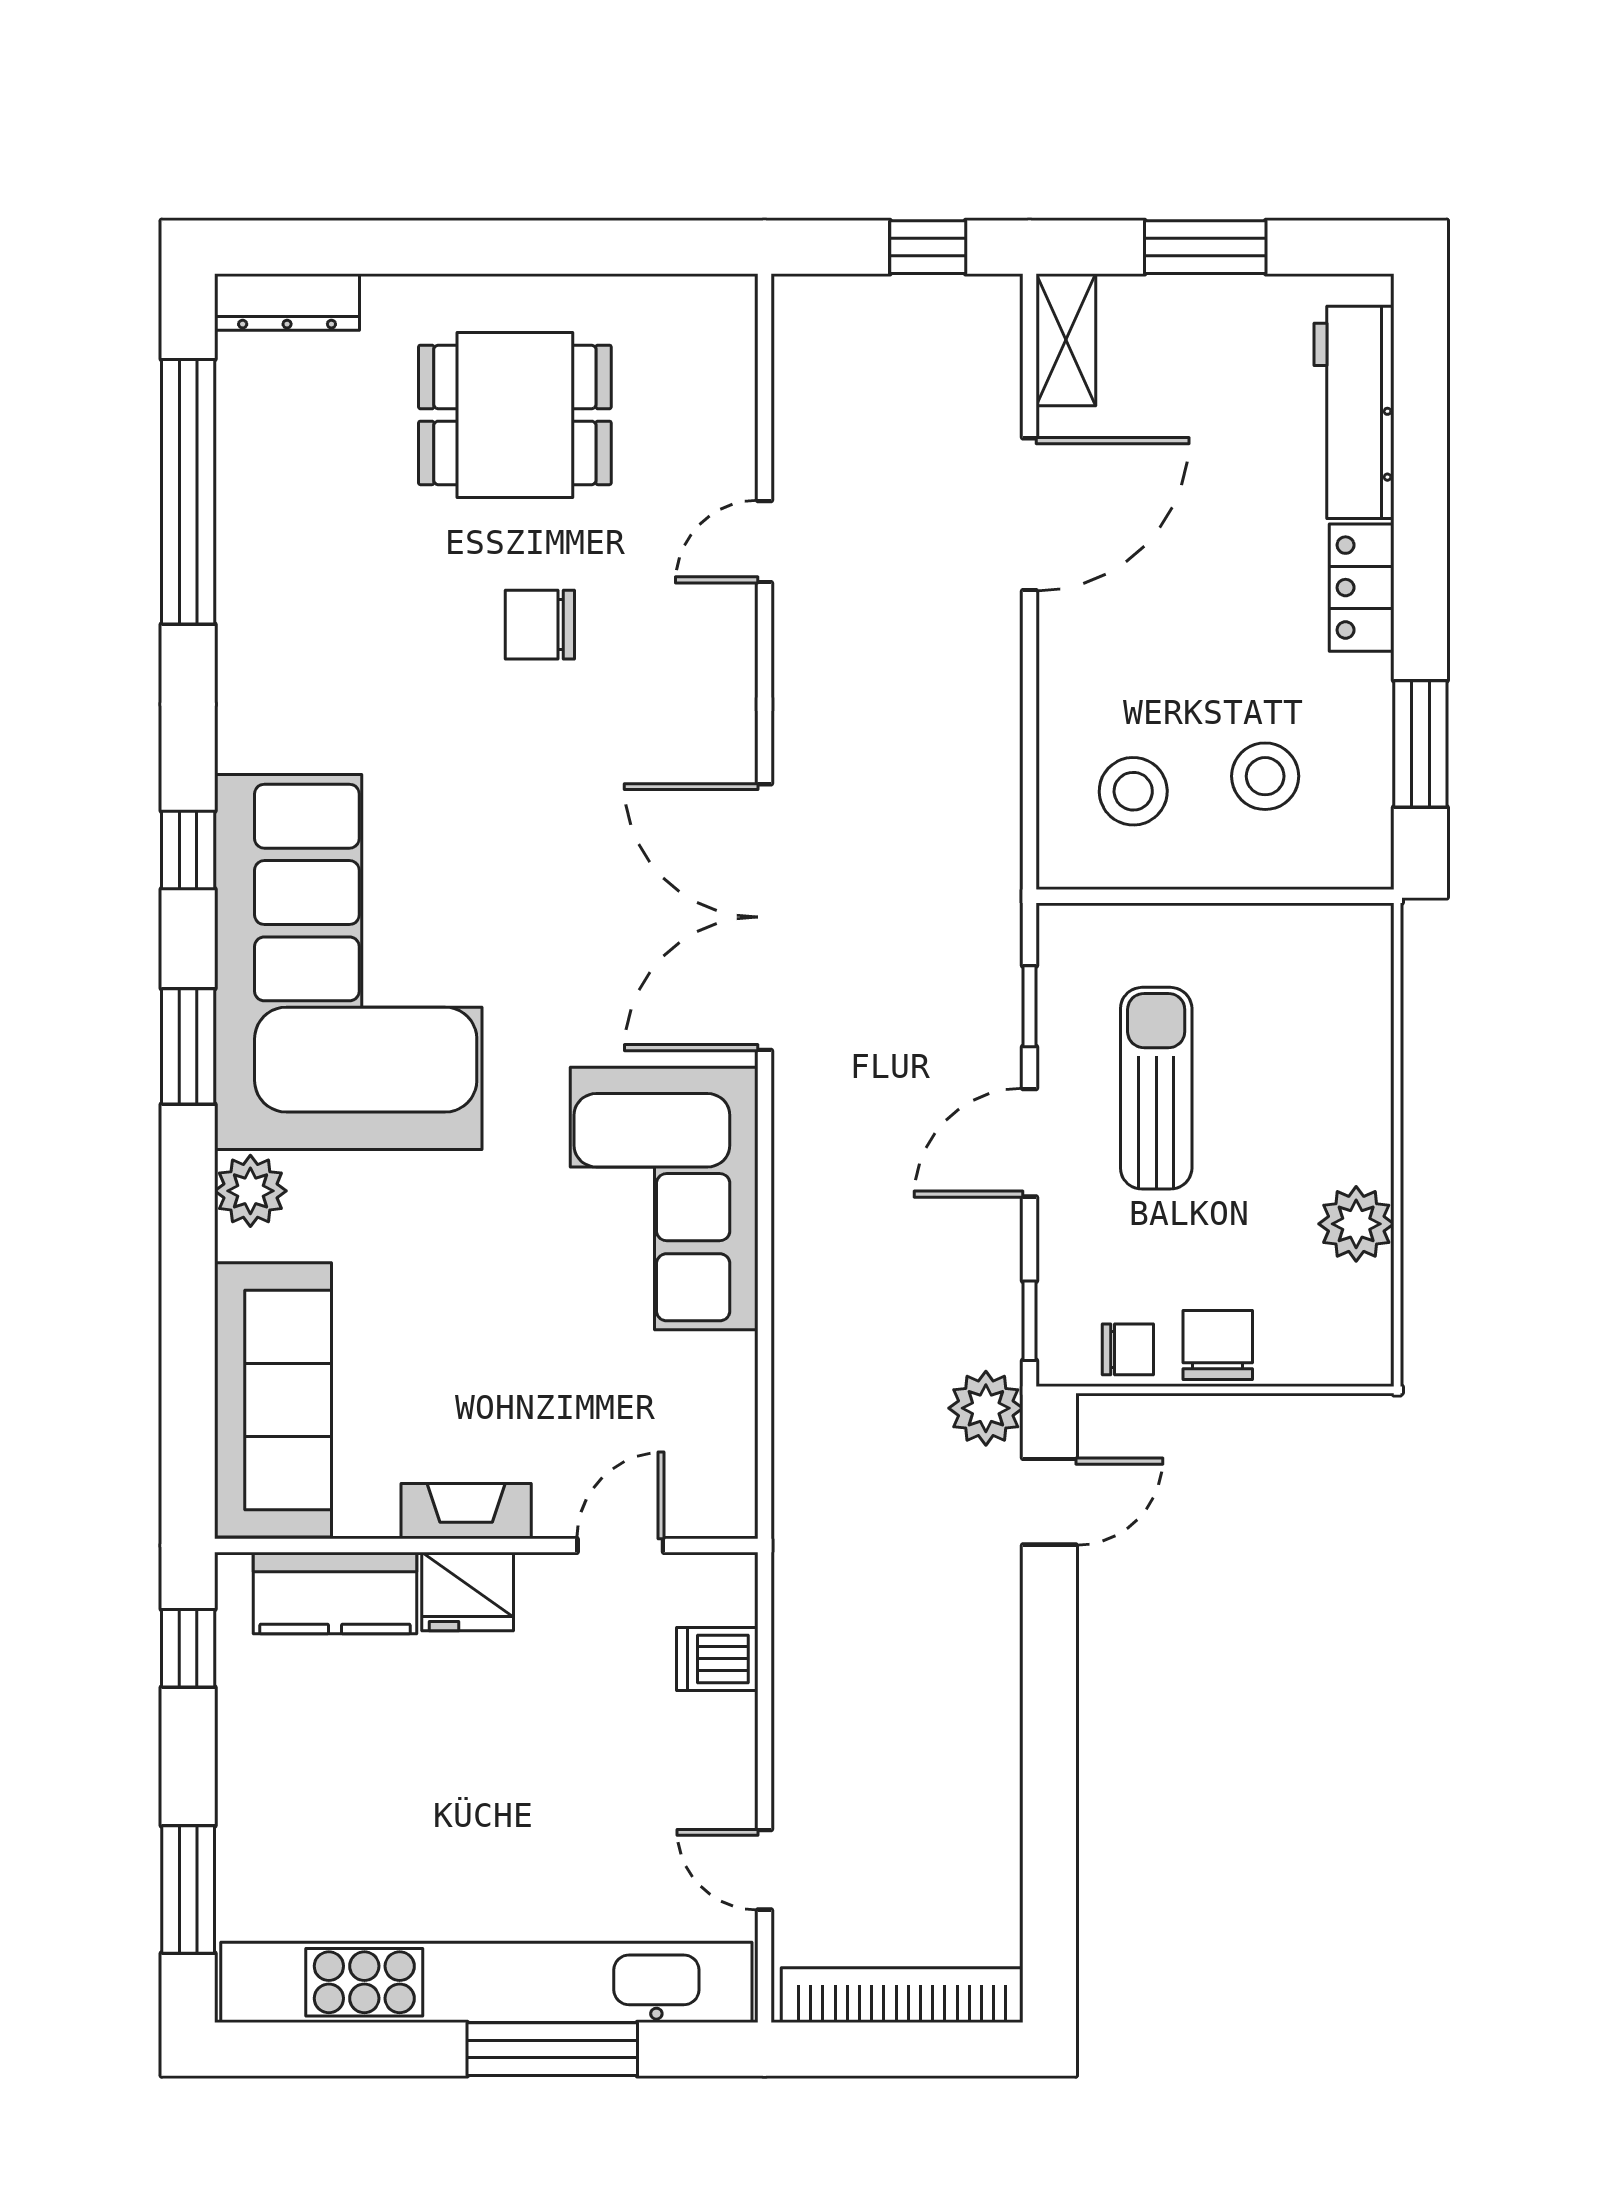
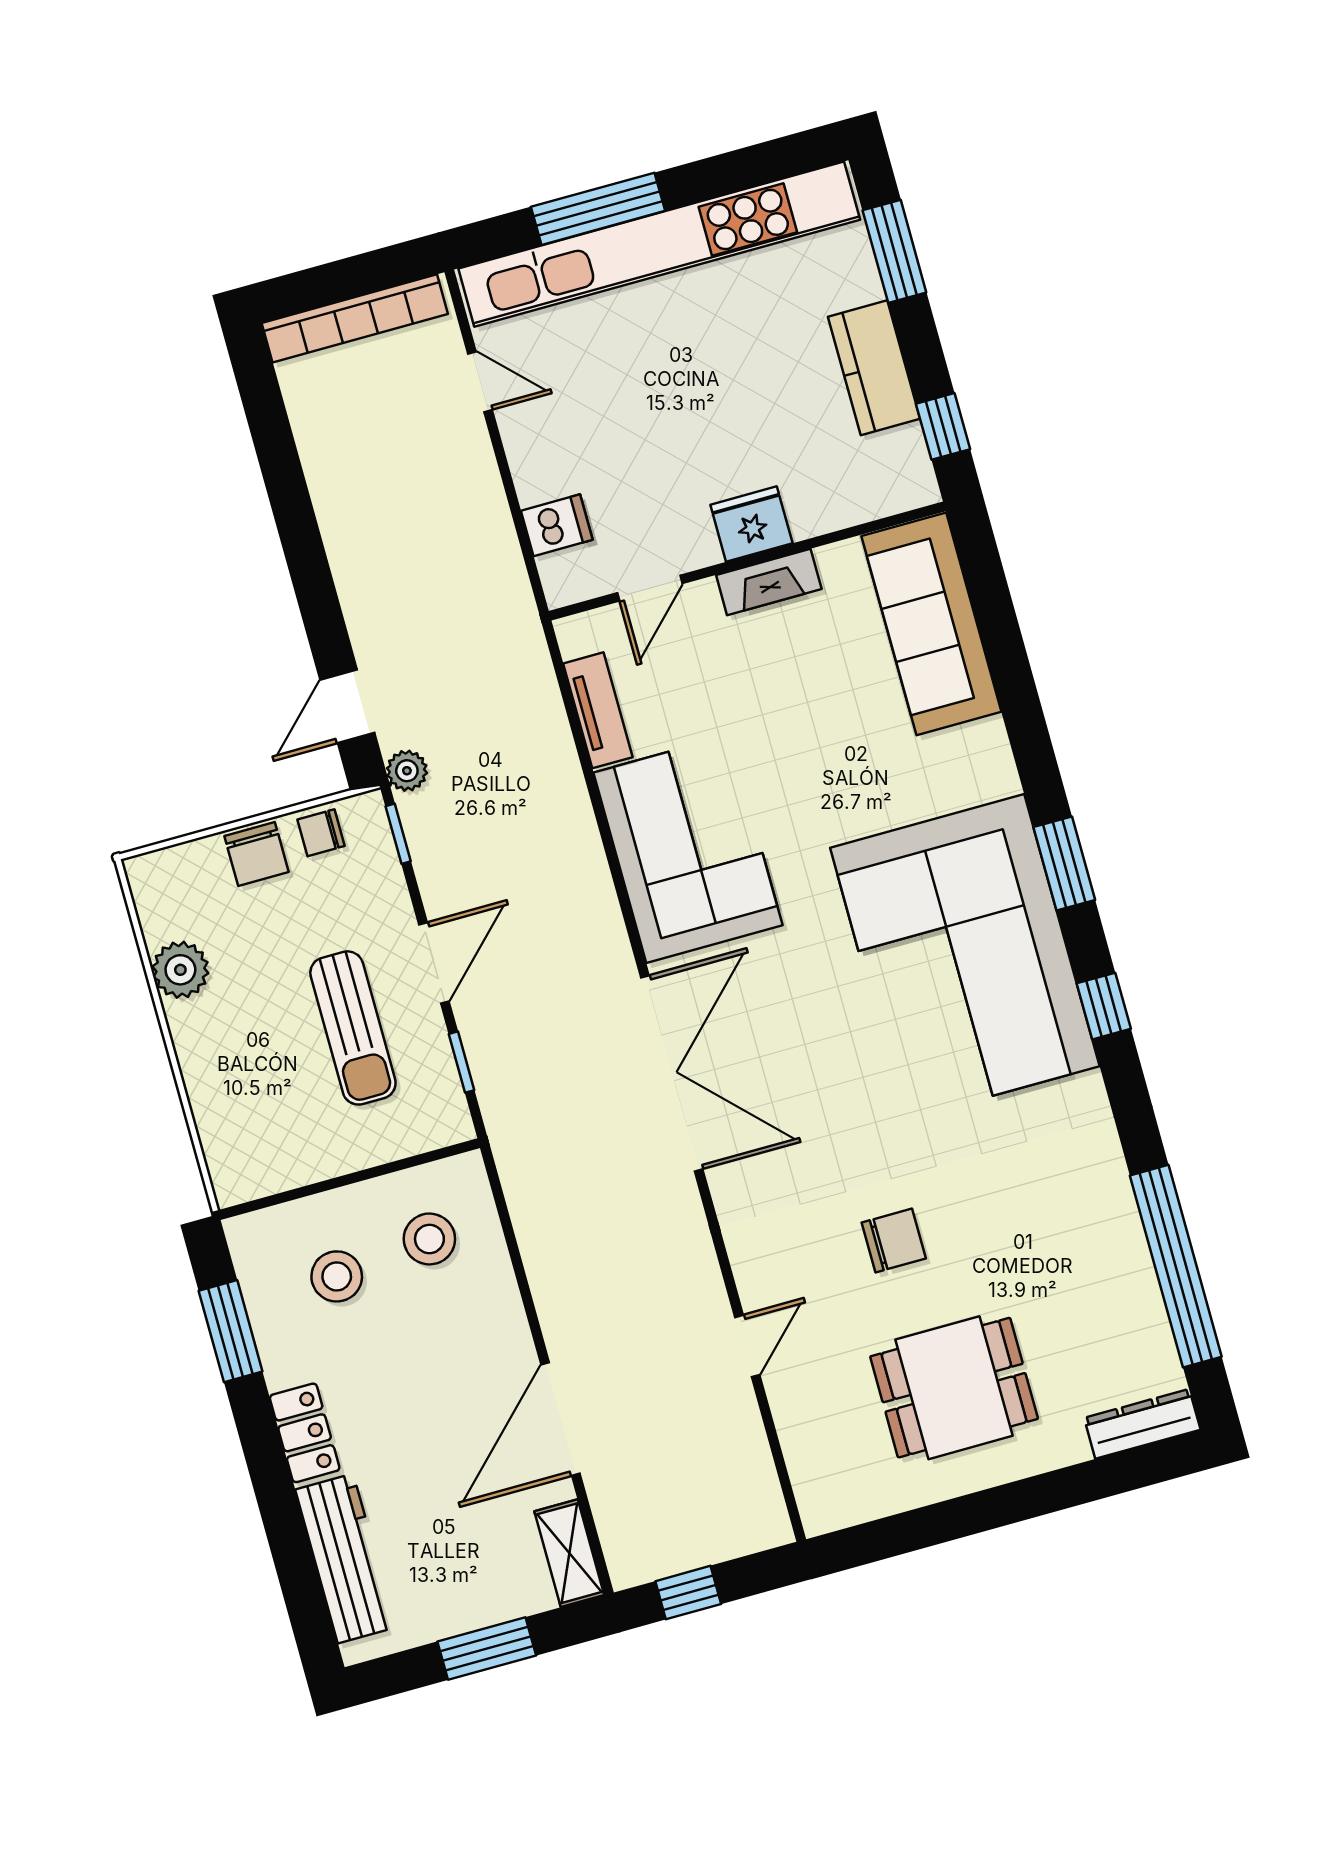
plant: (250, 1191) -> (990, 771), removed
tv unit: (730, 1408) -> (598, 710), added
plant: (986, 1408) -> (407, 771), width x0.73, depth x0.73
kitchen counter: (335, 1593) -> (874, 368), moved, turned -90

